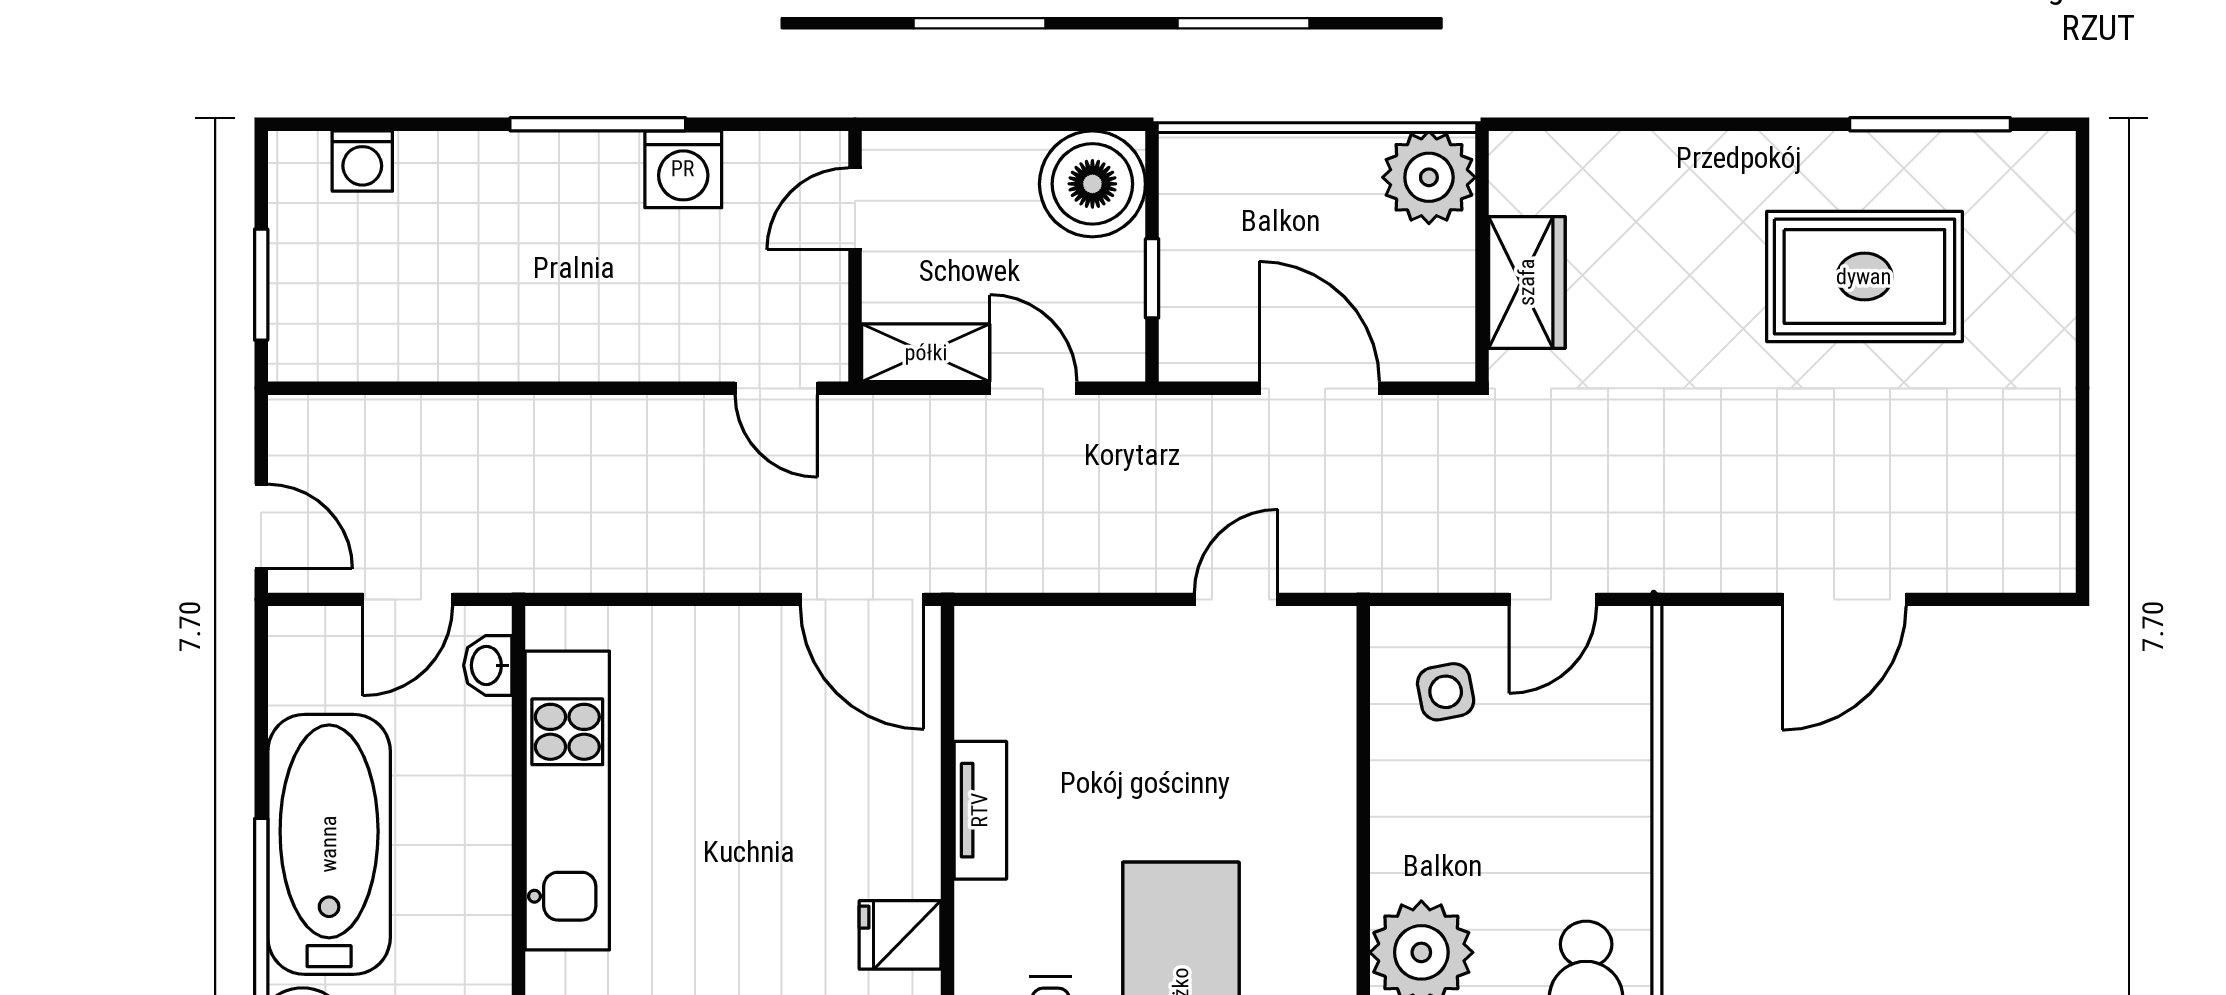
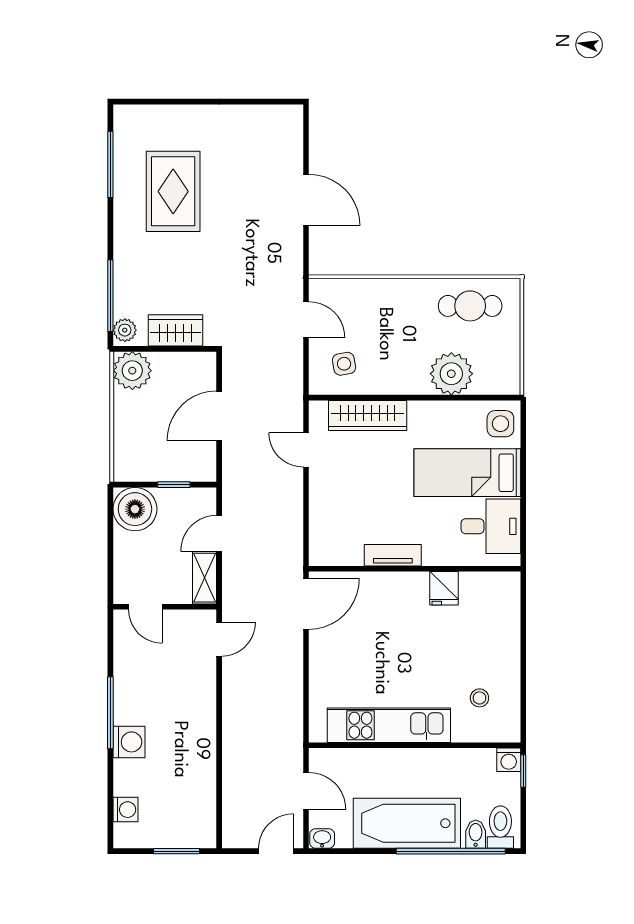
window: (1611, 124) -> (110, 296), added
plant: (1527, 159) -> (125, 330), added
washing machine: (683, 169) -> (129, 742), moved
washbasin: (488, 665) -> (322, 839), moved, turned 180
wardrobe: (1320, 749) -> (368, 415), added

